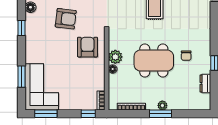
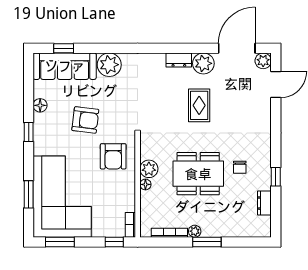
armchair: (87, 47) -> (113, 156), turned 180
corner sofa: (42, 87) -> (62, 197), width x1.36, depth x1.36
plant: (162, 105) -> (195, 231), moved

